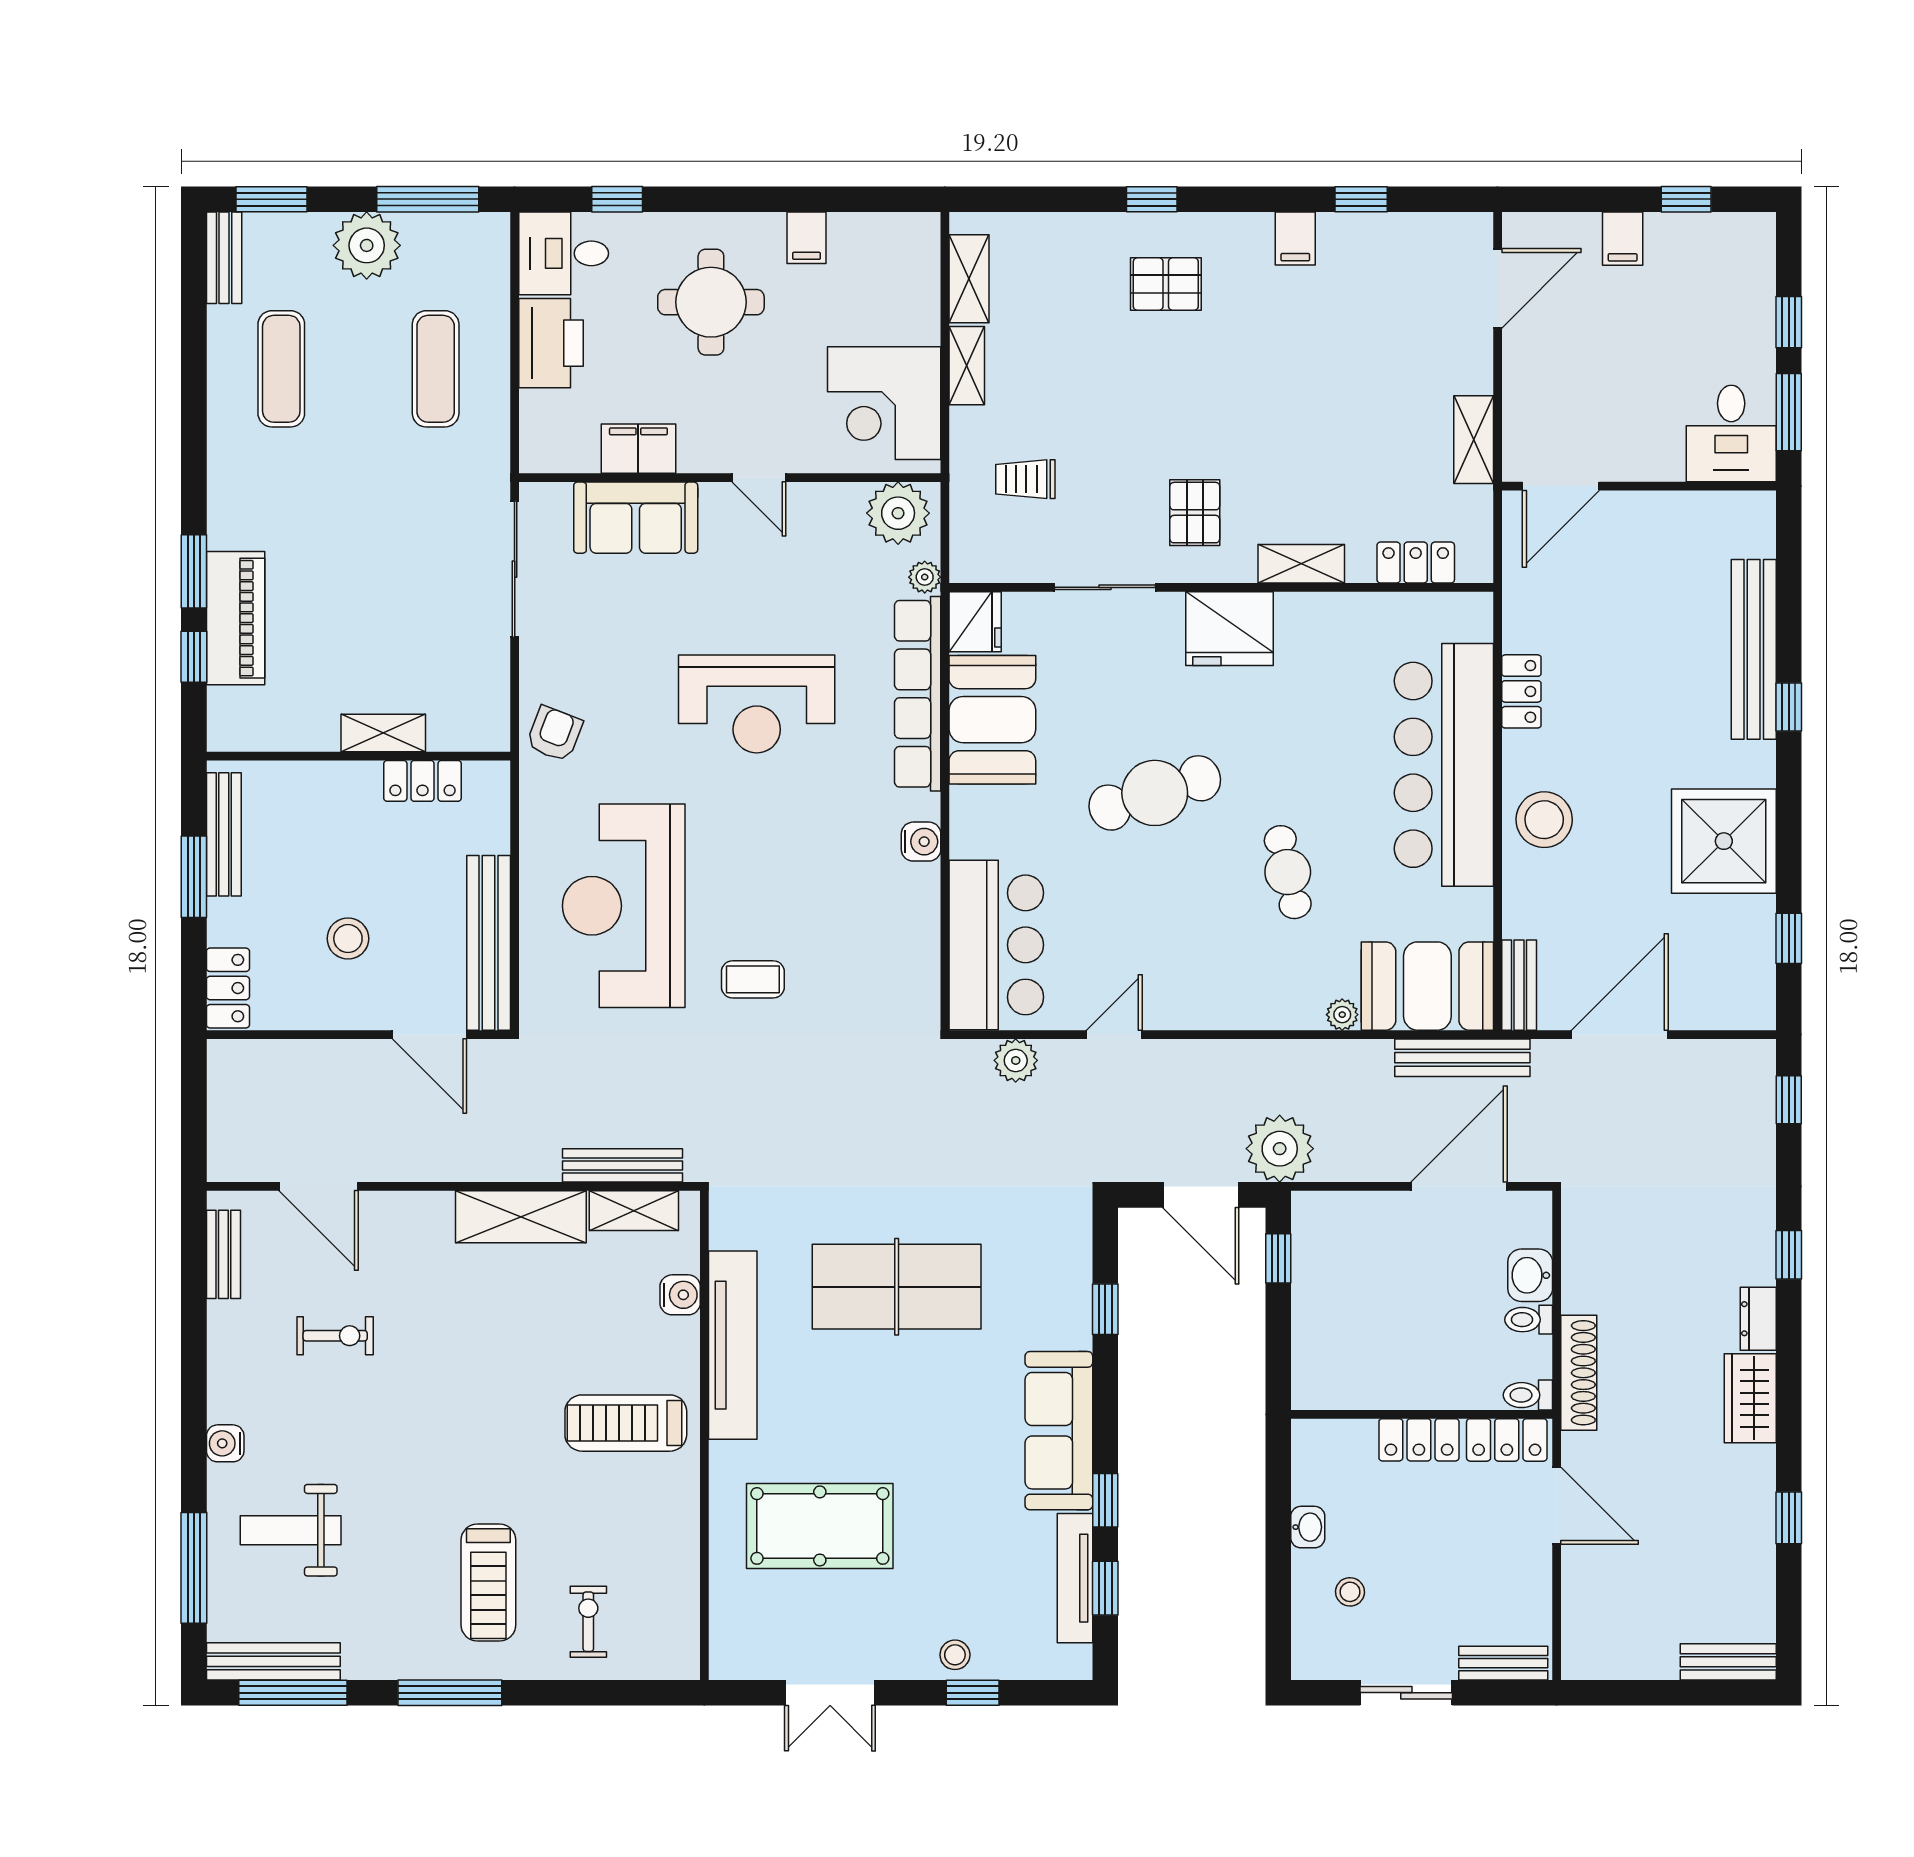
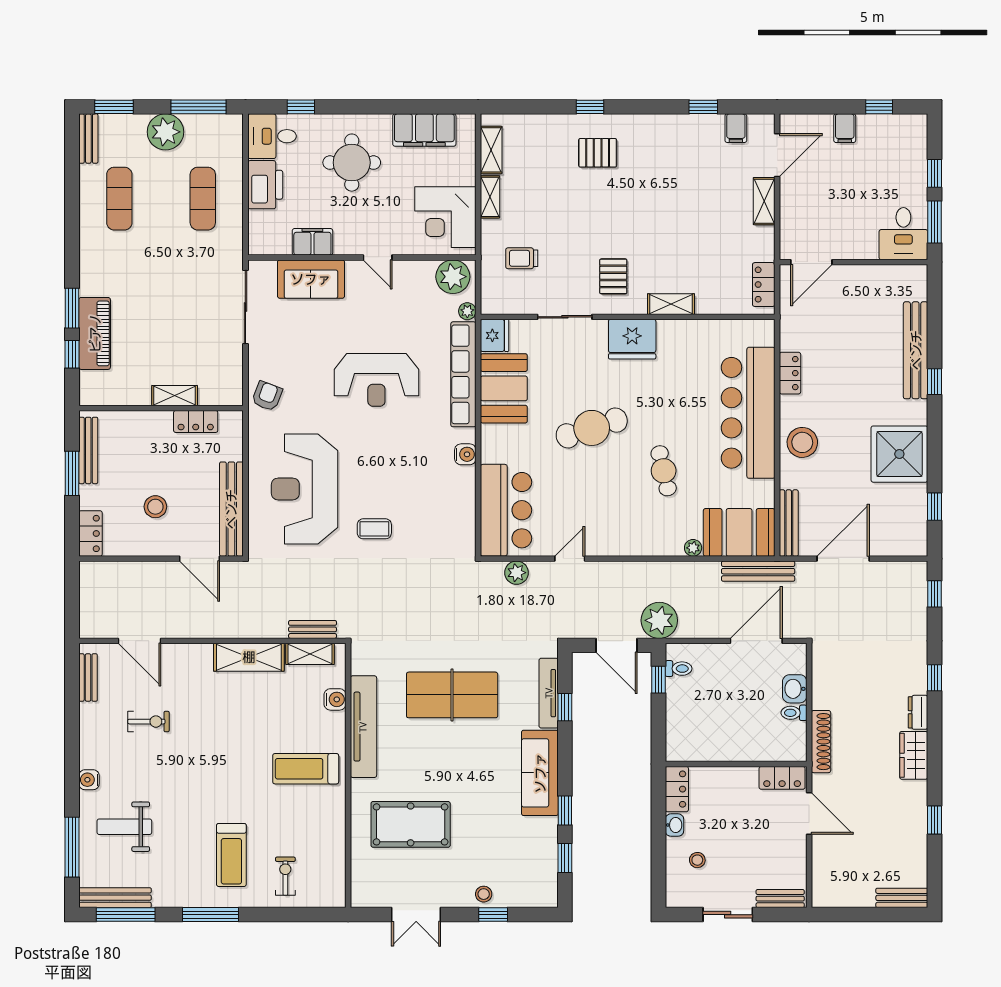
filing cabinet: (807, 238) -> (424, 130), width x3.00, depth x1.17
filing cabinet: (1295, 238) -> (736, 128), moved
shelving: (1474, 440) -> (764, 201), moved
locker: (1416, 563) -> (764, 285), moved, turned -90
bench: (1519, 985) -> (789, 523), width x1.36
bench: (623, 1165) -> (313, 629), width x0.73
toilet: (1528, 1395) -> (679, 669), moved, turned 180
locker: (1419, 1440) -> (677, 789), moved, turned -90
tv unit: (1075, 1578) -> (549, 693), moved

